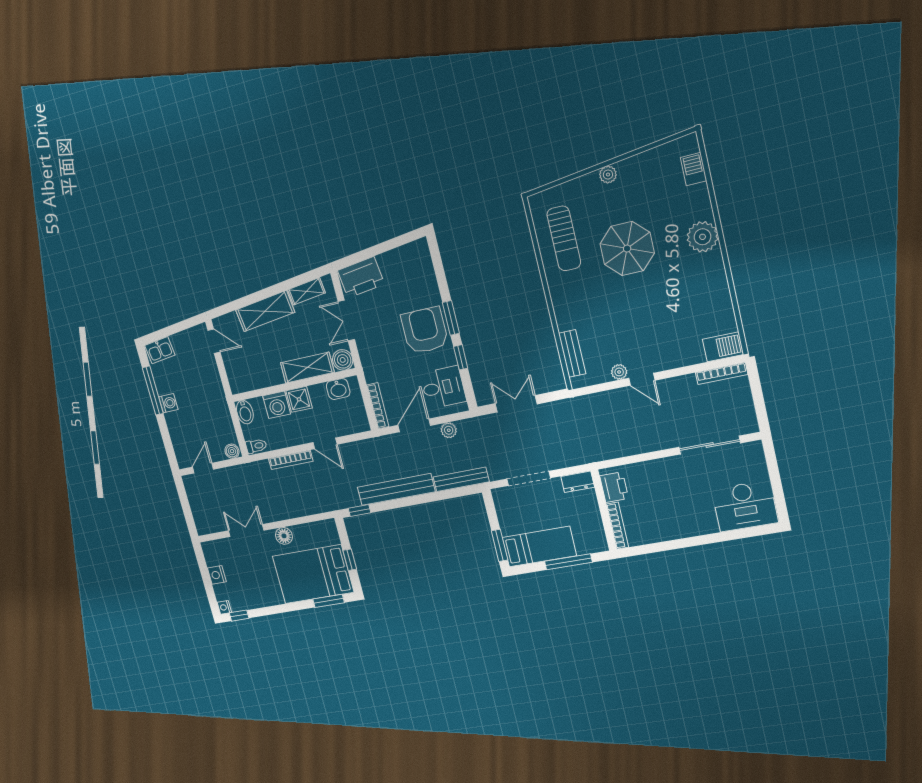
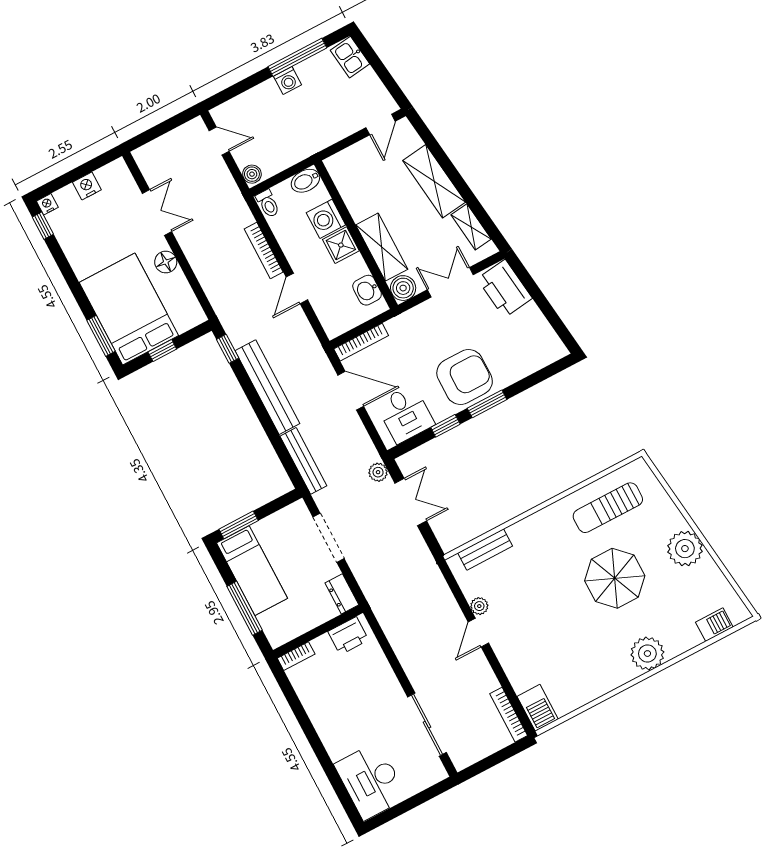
plant: (608, 175) -> (685, 549), width x1.87, depth x1.87
plant: (449, 430) -> (378, 472), moved
bookcase: (617, 526) -> (296, 656), width x0.64

